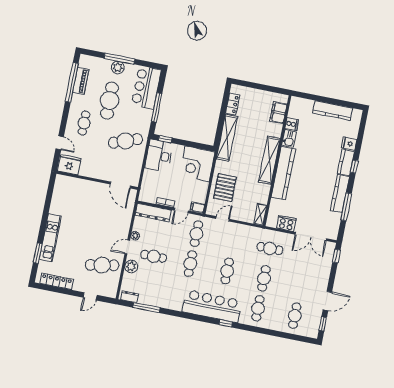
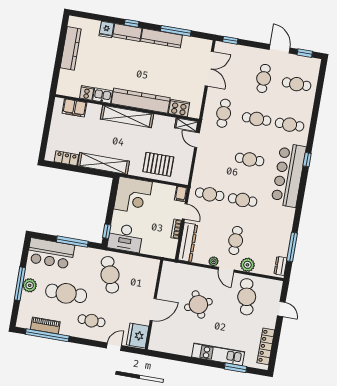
door: (120, 185) -> (153, 309), moved
door: (223, 219) -> (197, 140), moved
round table: (96, 221) -> (198, 305), added
cooker: (286, 223) -> (179, 108), moved, turned 90
cafe table: (301, 286) -> (264, 78), added

